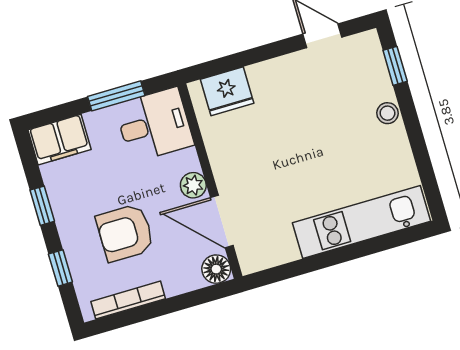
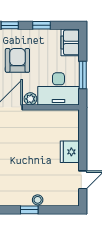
window: (395, 66) -> (29, 210), moved
fridge: (227, 91) -> (70, 152), moved
desk: (154, 125) -> (58, 89), width x1.37

